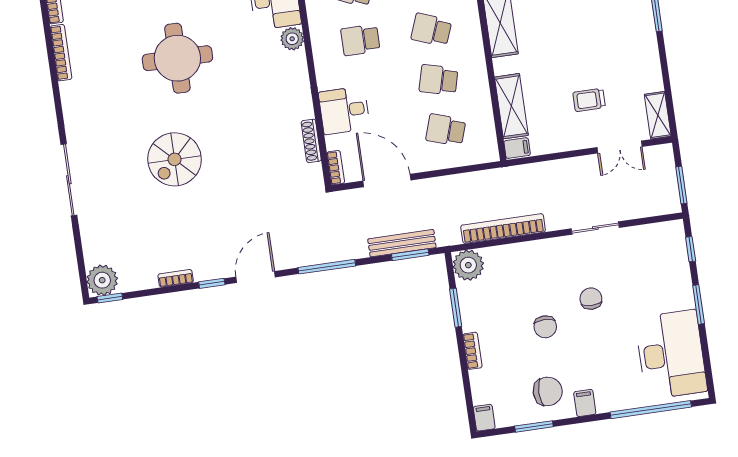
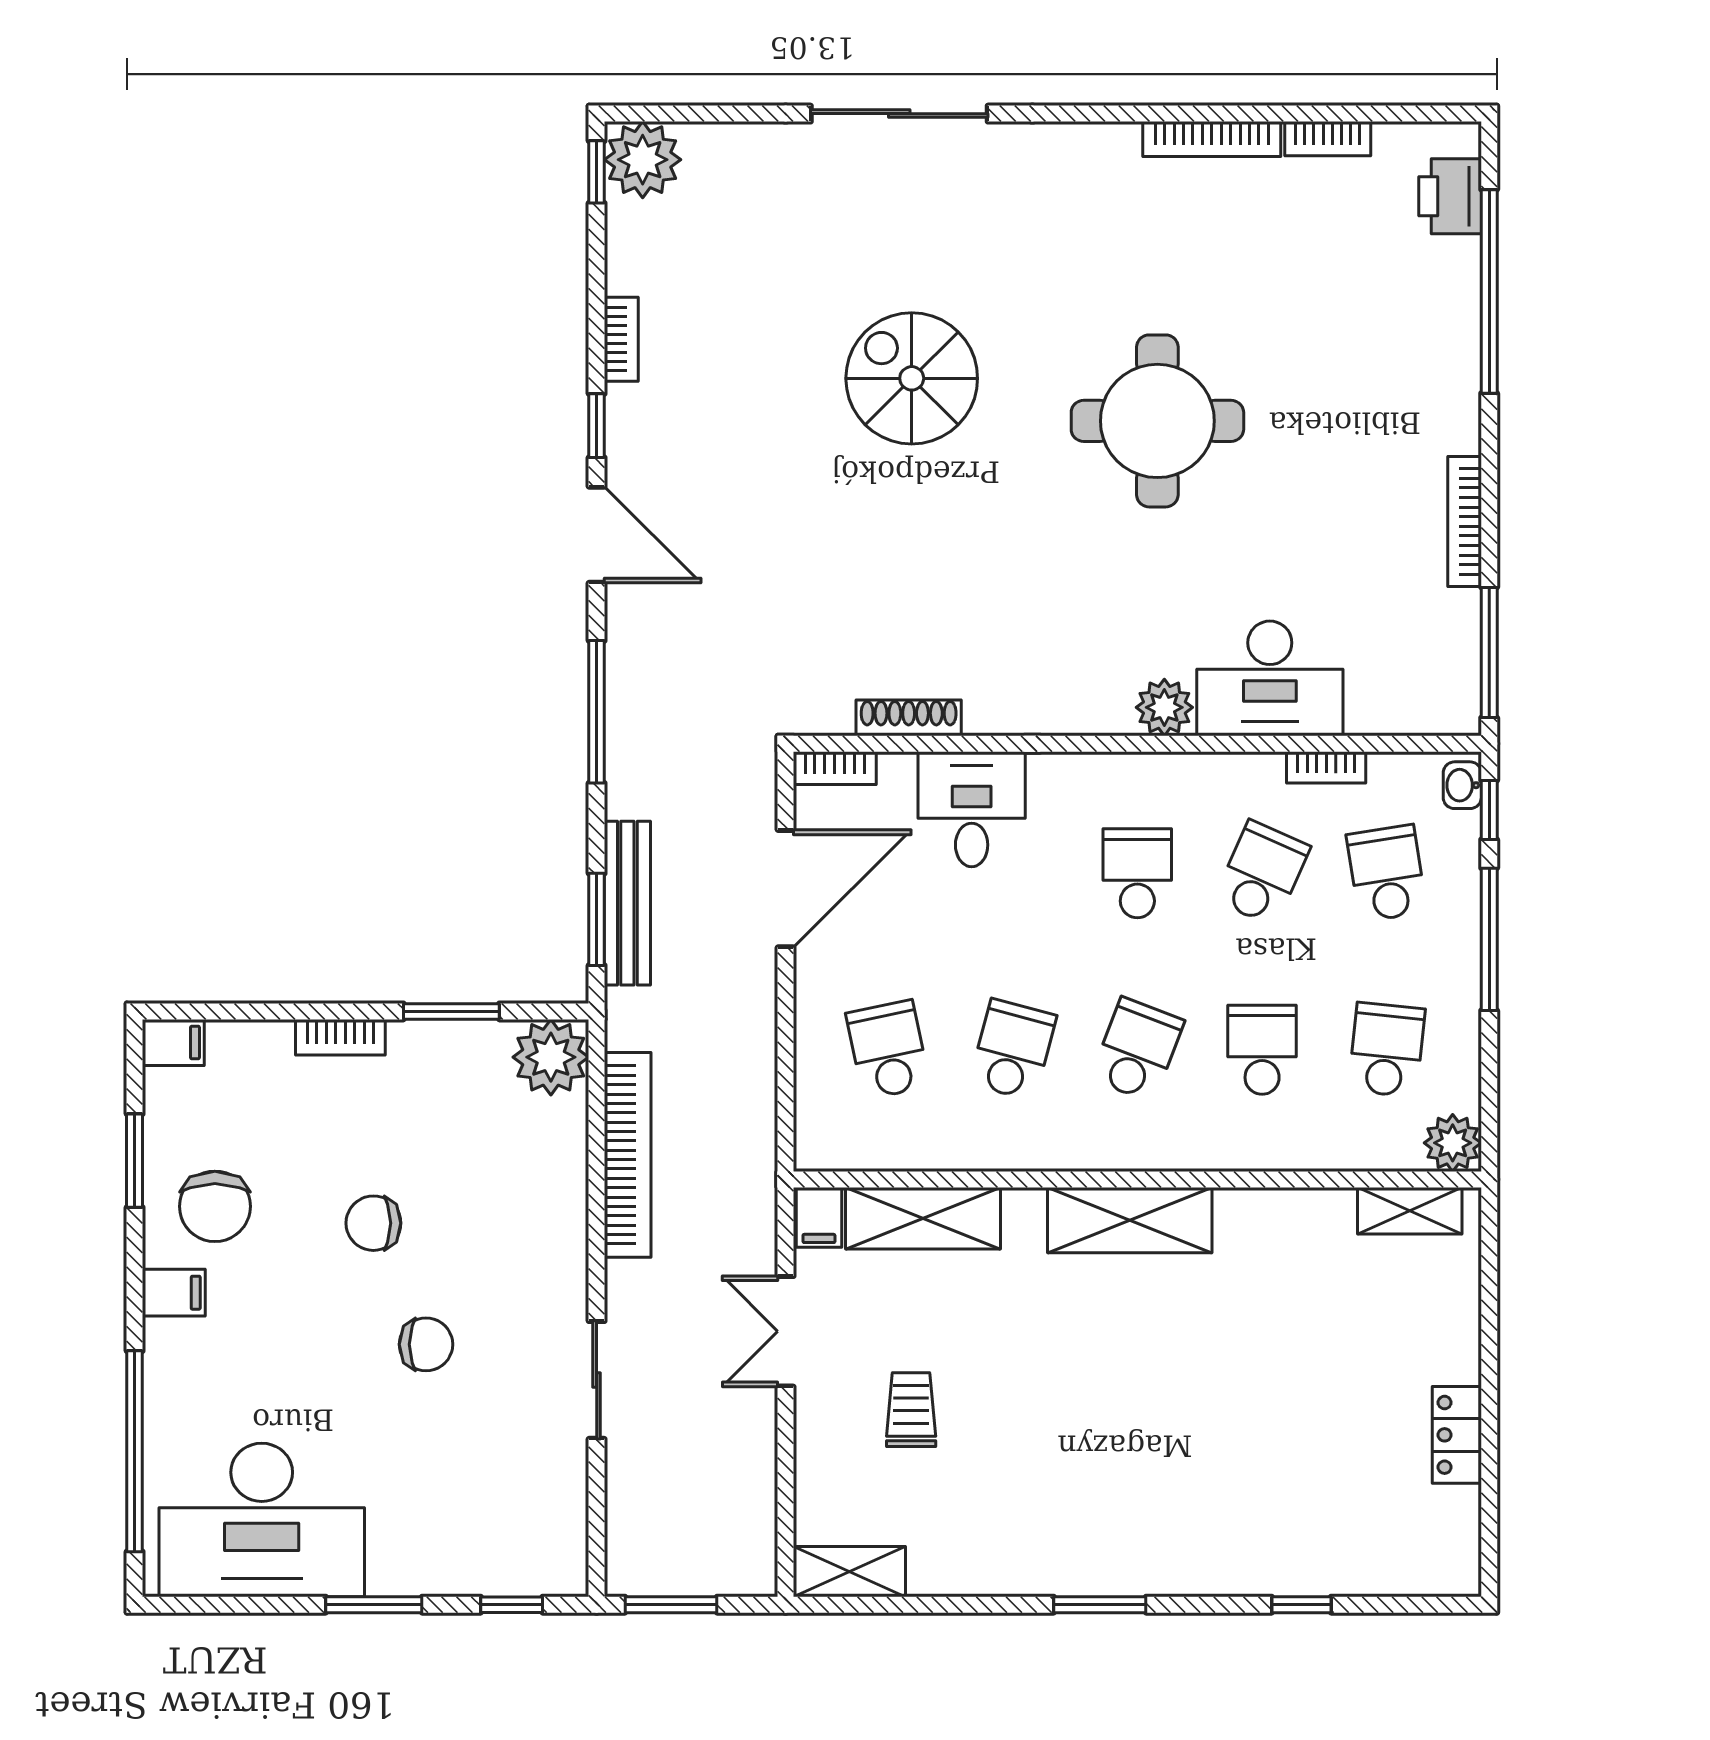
school desk: (446, 130) -> (888, 1050), turned -30
double door: (619, 147) -> (786, 1331), moved

